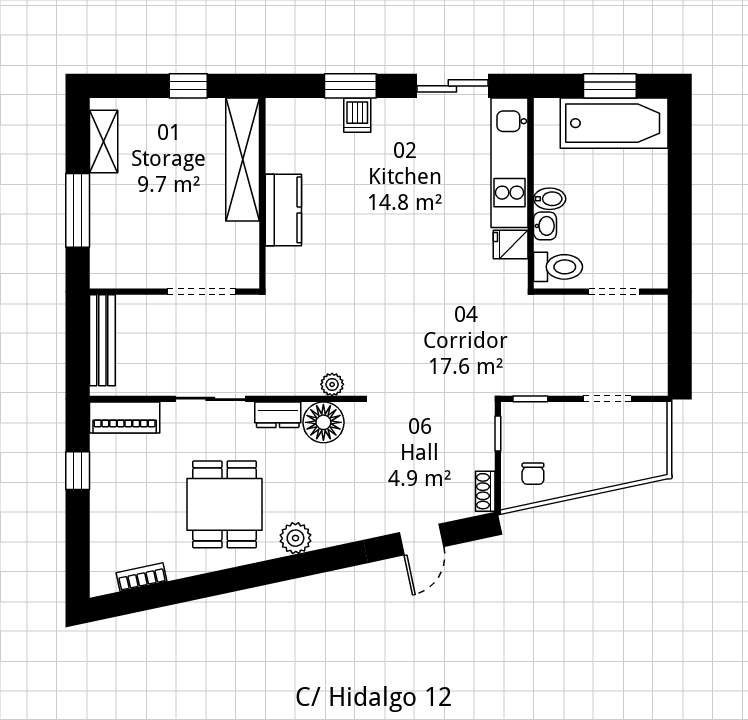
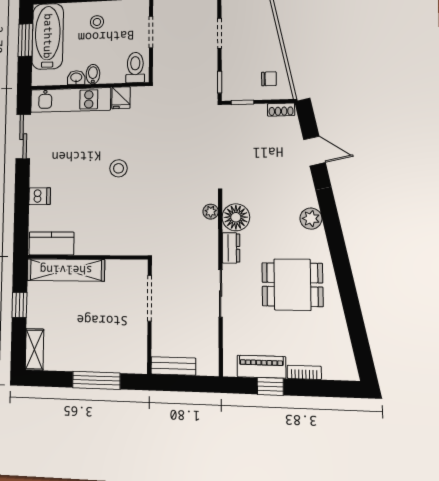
window: (350, 86) -> (22, 201), removed
shelving: (104, 141) -> (35, 349), moved, turned 90
stool: (634, 204) -> (97, 22), added
kitchen counter: (283, 210) -> (51, 243), moved
washbasin: (545, 226) -> (76, 78), moved
stool: (400, 242) -> (119, 168), added
bench: (102, 340) -> (173, 366), width x0.73
piano: (125, 418) -> (261, 367), moved, turned -90
plant: (295, 538) -> (311, 219), moved
bookcase: (142, 577) -> (304, 372), moved, turned 102

